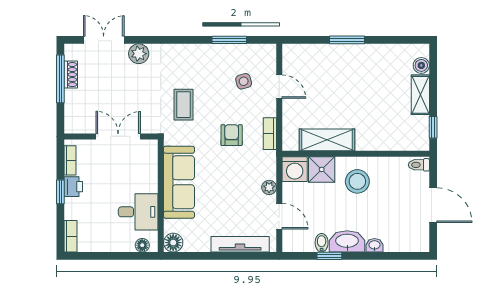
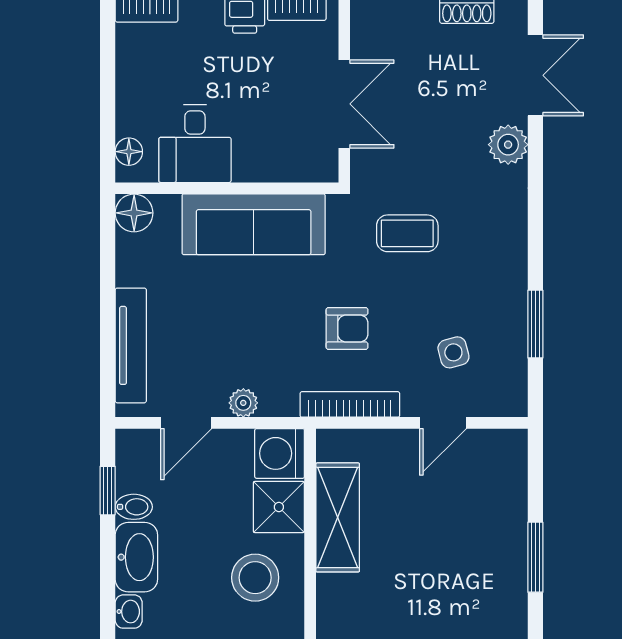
bookcase: (270, 134) -> (350, 404), width x1.56
window: (329, 256) -> (108, 491), moved

